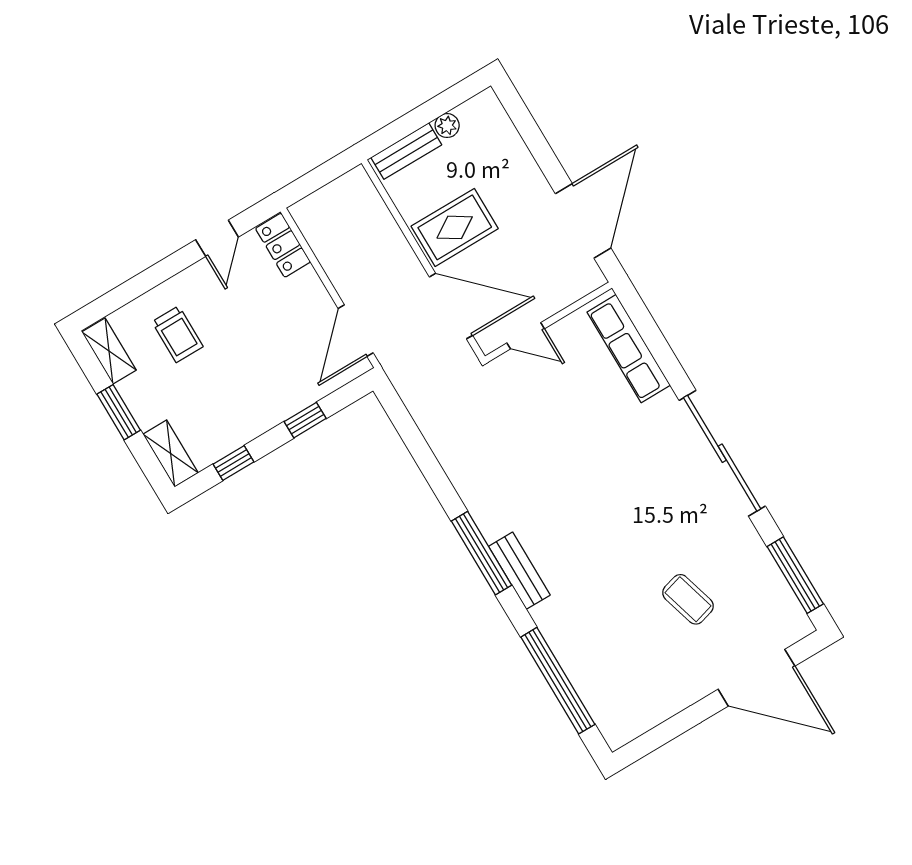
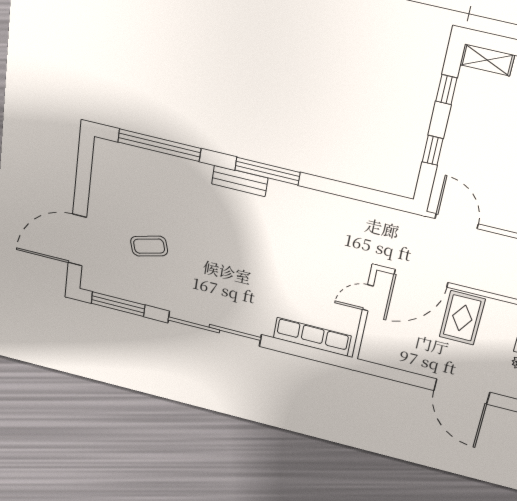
door: (583, 221) -> (462, 391), moved

